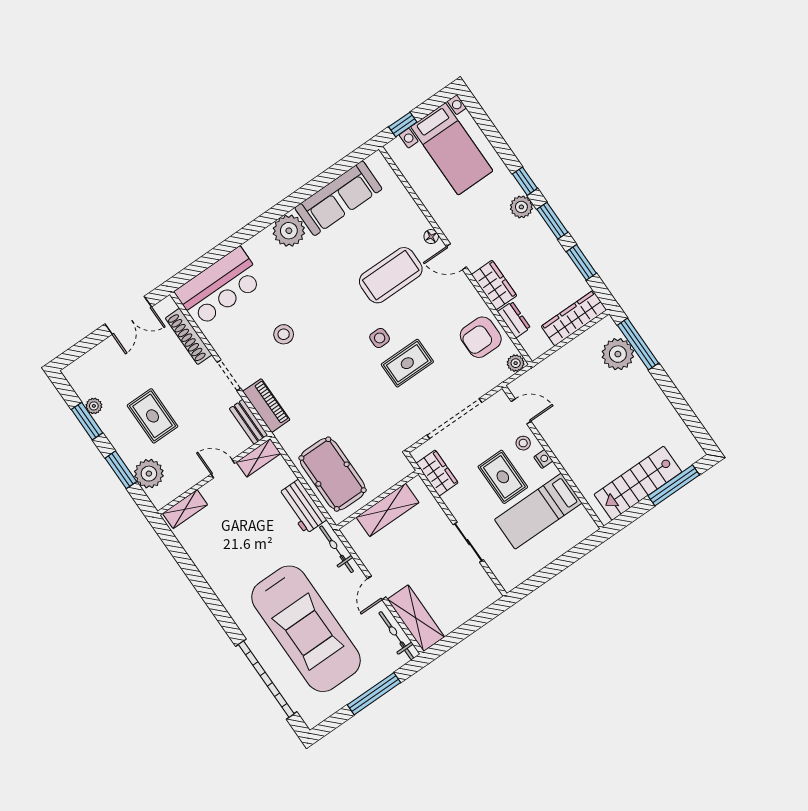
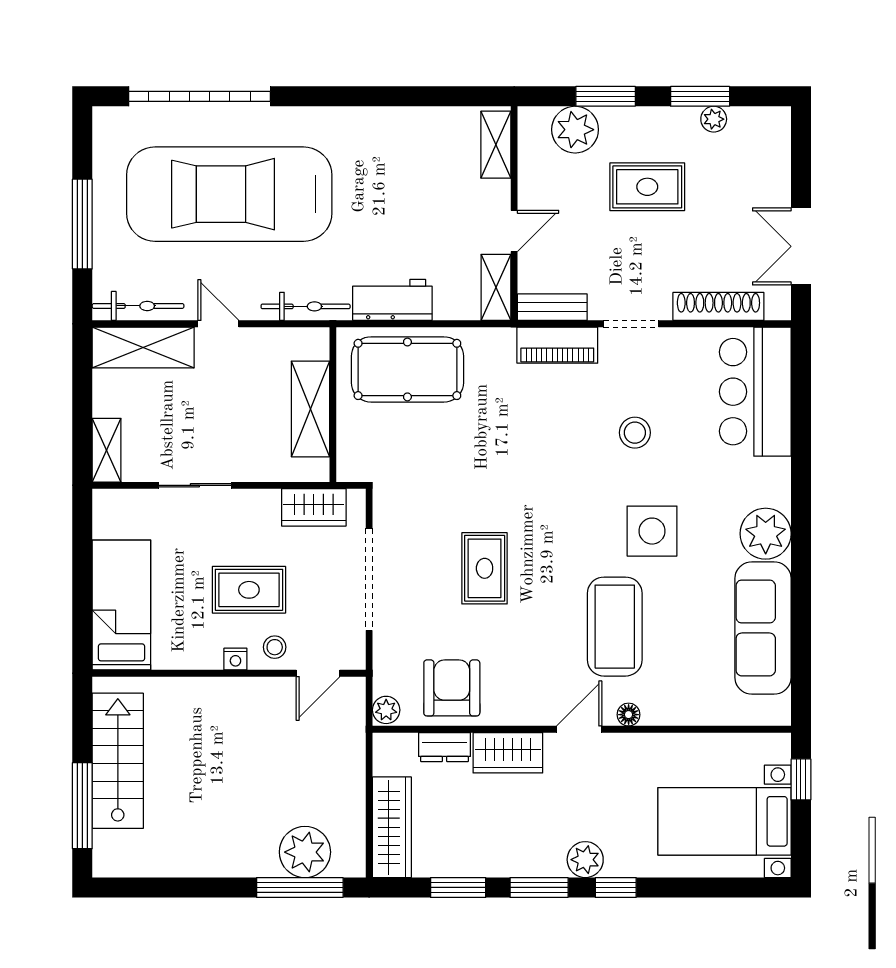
side table: (380, 338) -> (652, 531), moved, width x1.87, depth x1.87
bed: (538, 511) -> (121, 605), moved
shelving: (482, 600) -> (107, 450), added

